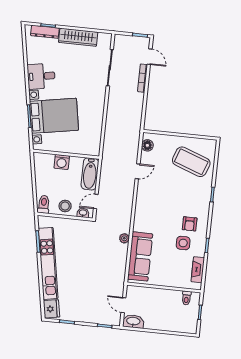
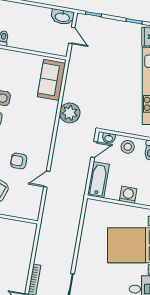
floor lamp: (147, 145) -> (34, 206), removed
armchair: (164, 186) -> (19, 161), added
plant: (124, 238) -> (70, 113), width x1.88, depth x1.88
sofa: (140, 256) -> (51, 80), width x0.73

